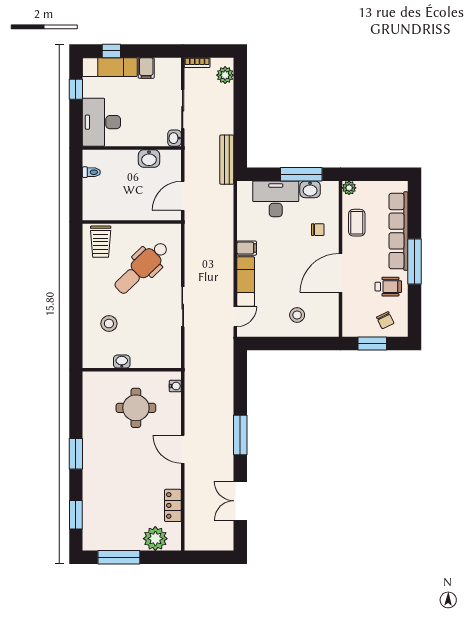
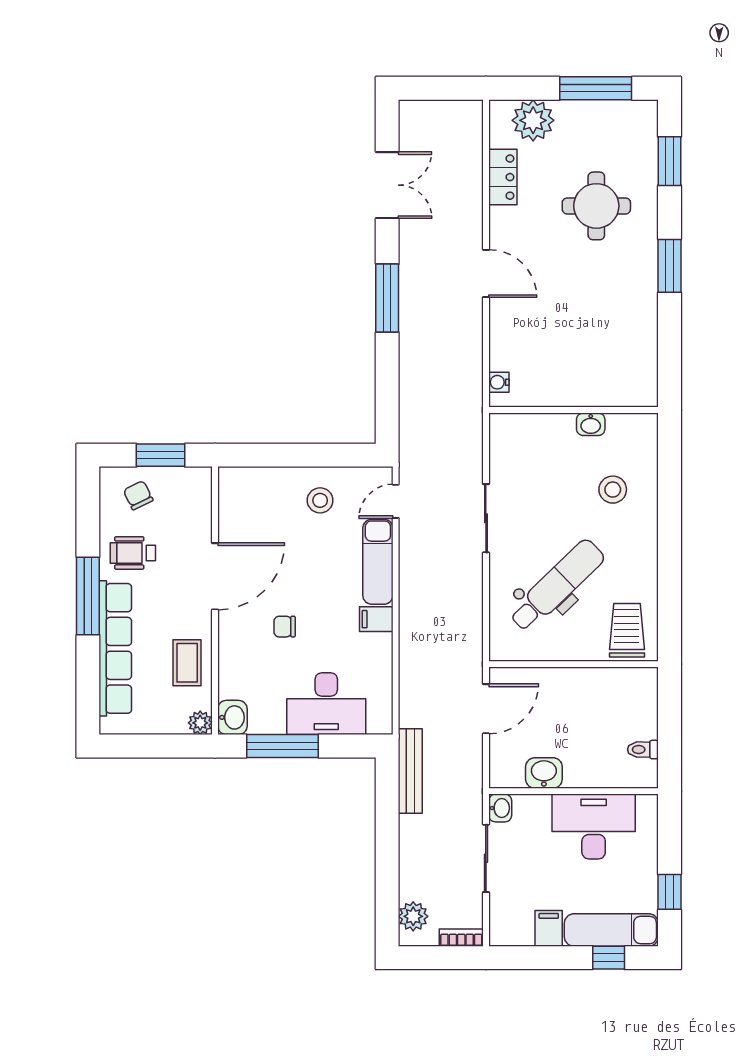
desk: (101, 122) -> (594, 827), moved, turned -90
washbasin: (310, 189) -> (232, 717), moved, turned 90
chair: (318, 230) -> (285, 627), moved
stool: (297, 315) -> (320, 500), moved
round table: (136, 408) -> (596, 206), moved

